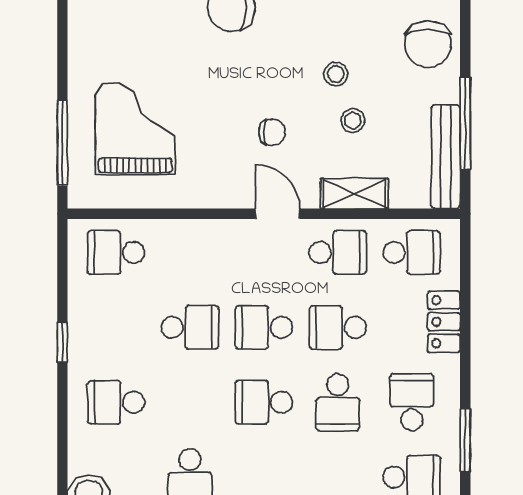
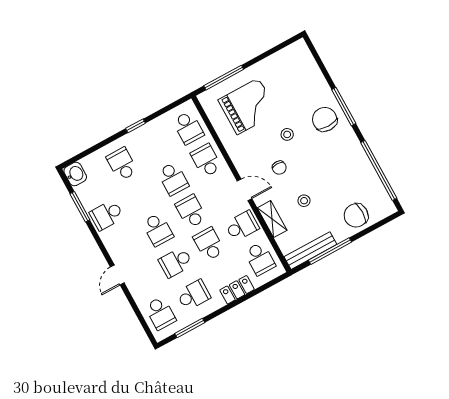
stool: (336, 74) -> (287, 134), moved
door: (277, 214) -> (244, 190), hinge flipped
school desk: (116, 252) -> (188, 128), turned 180
school desk: (190, 252) -> (206, 161), added
school desk: (338, 252) -> (242, 226), turned -90
school desk: (264, 402) -> (158, 230), turned 180

